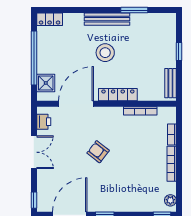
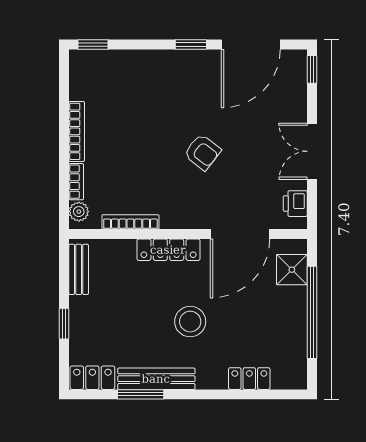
locker: (50, 19) -> (249, 379), moved
bench: (107, 19) -> (156, 379), moved
locker: (162, 20) -> (92, 378), added
plant: (170, 200) -> (79, 212), moved

